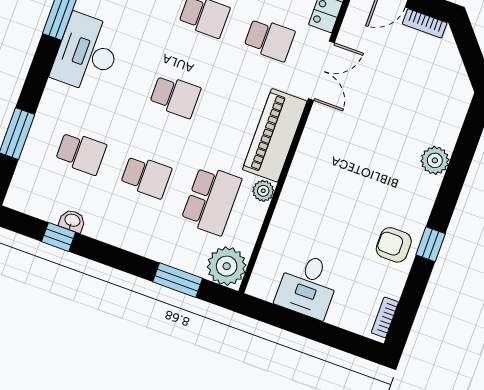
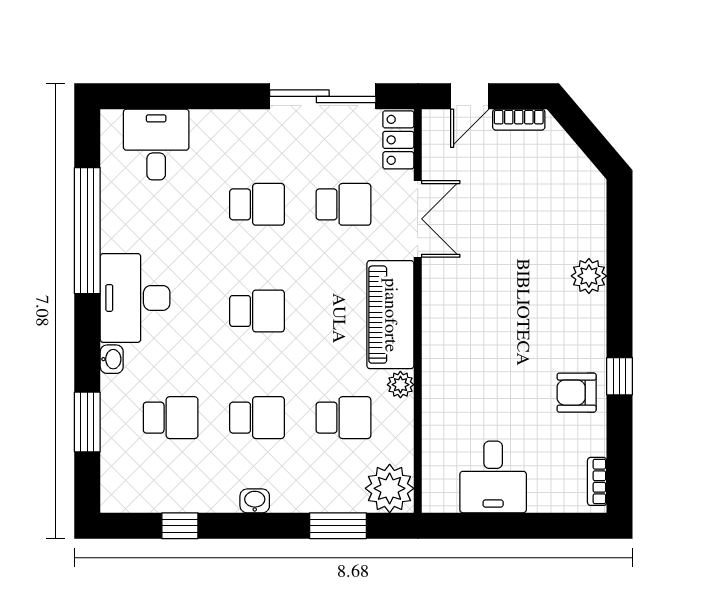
washbasin: (53, 93) -> (112, 359), added
school desk: (211, 200) -> (343, 418), width x0.54
washbasin: (72, 221) -> (255, 501), moved

